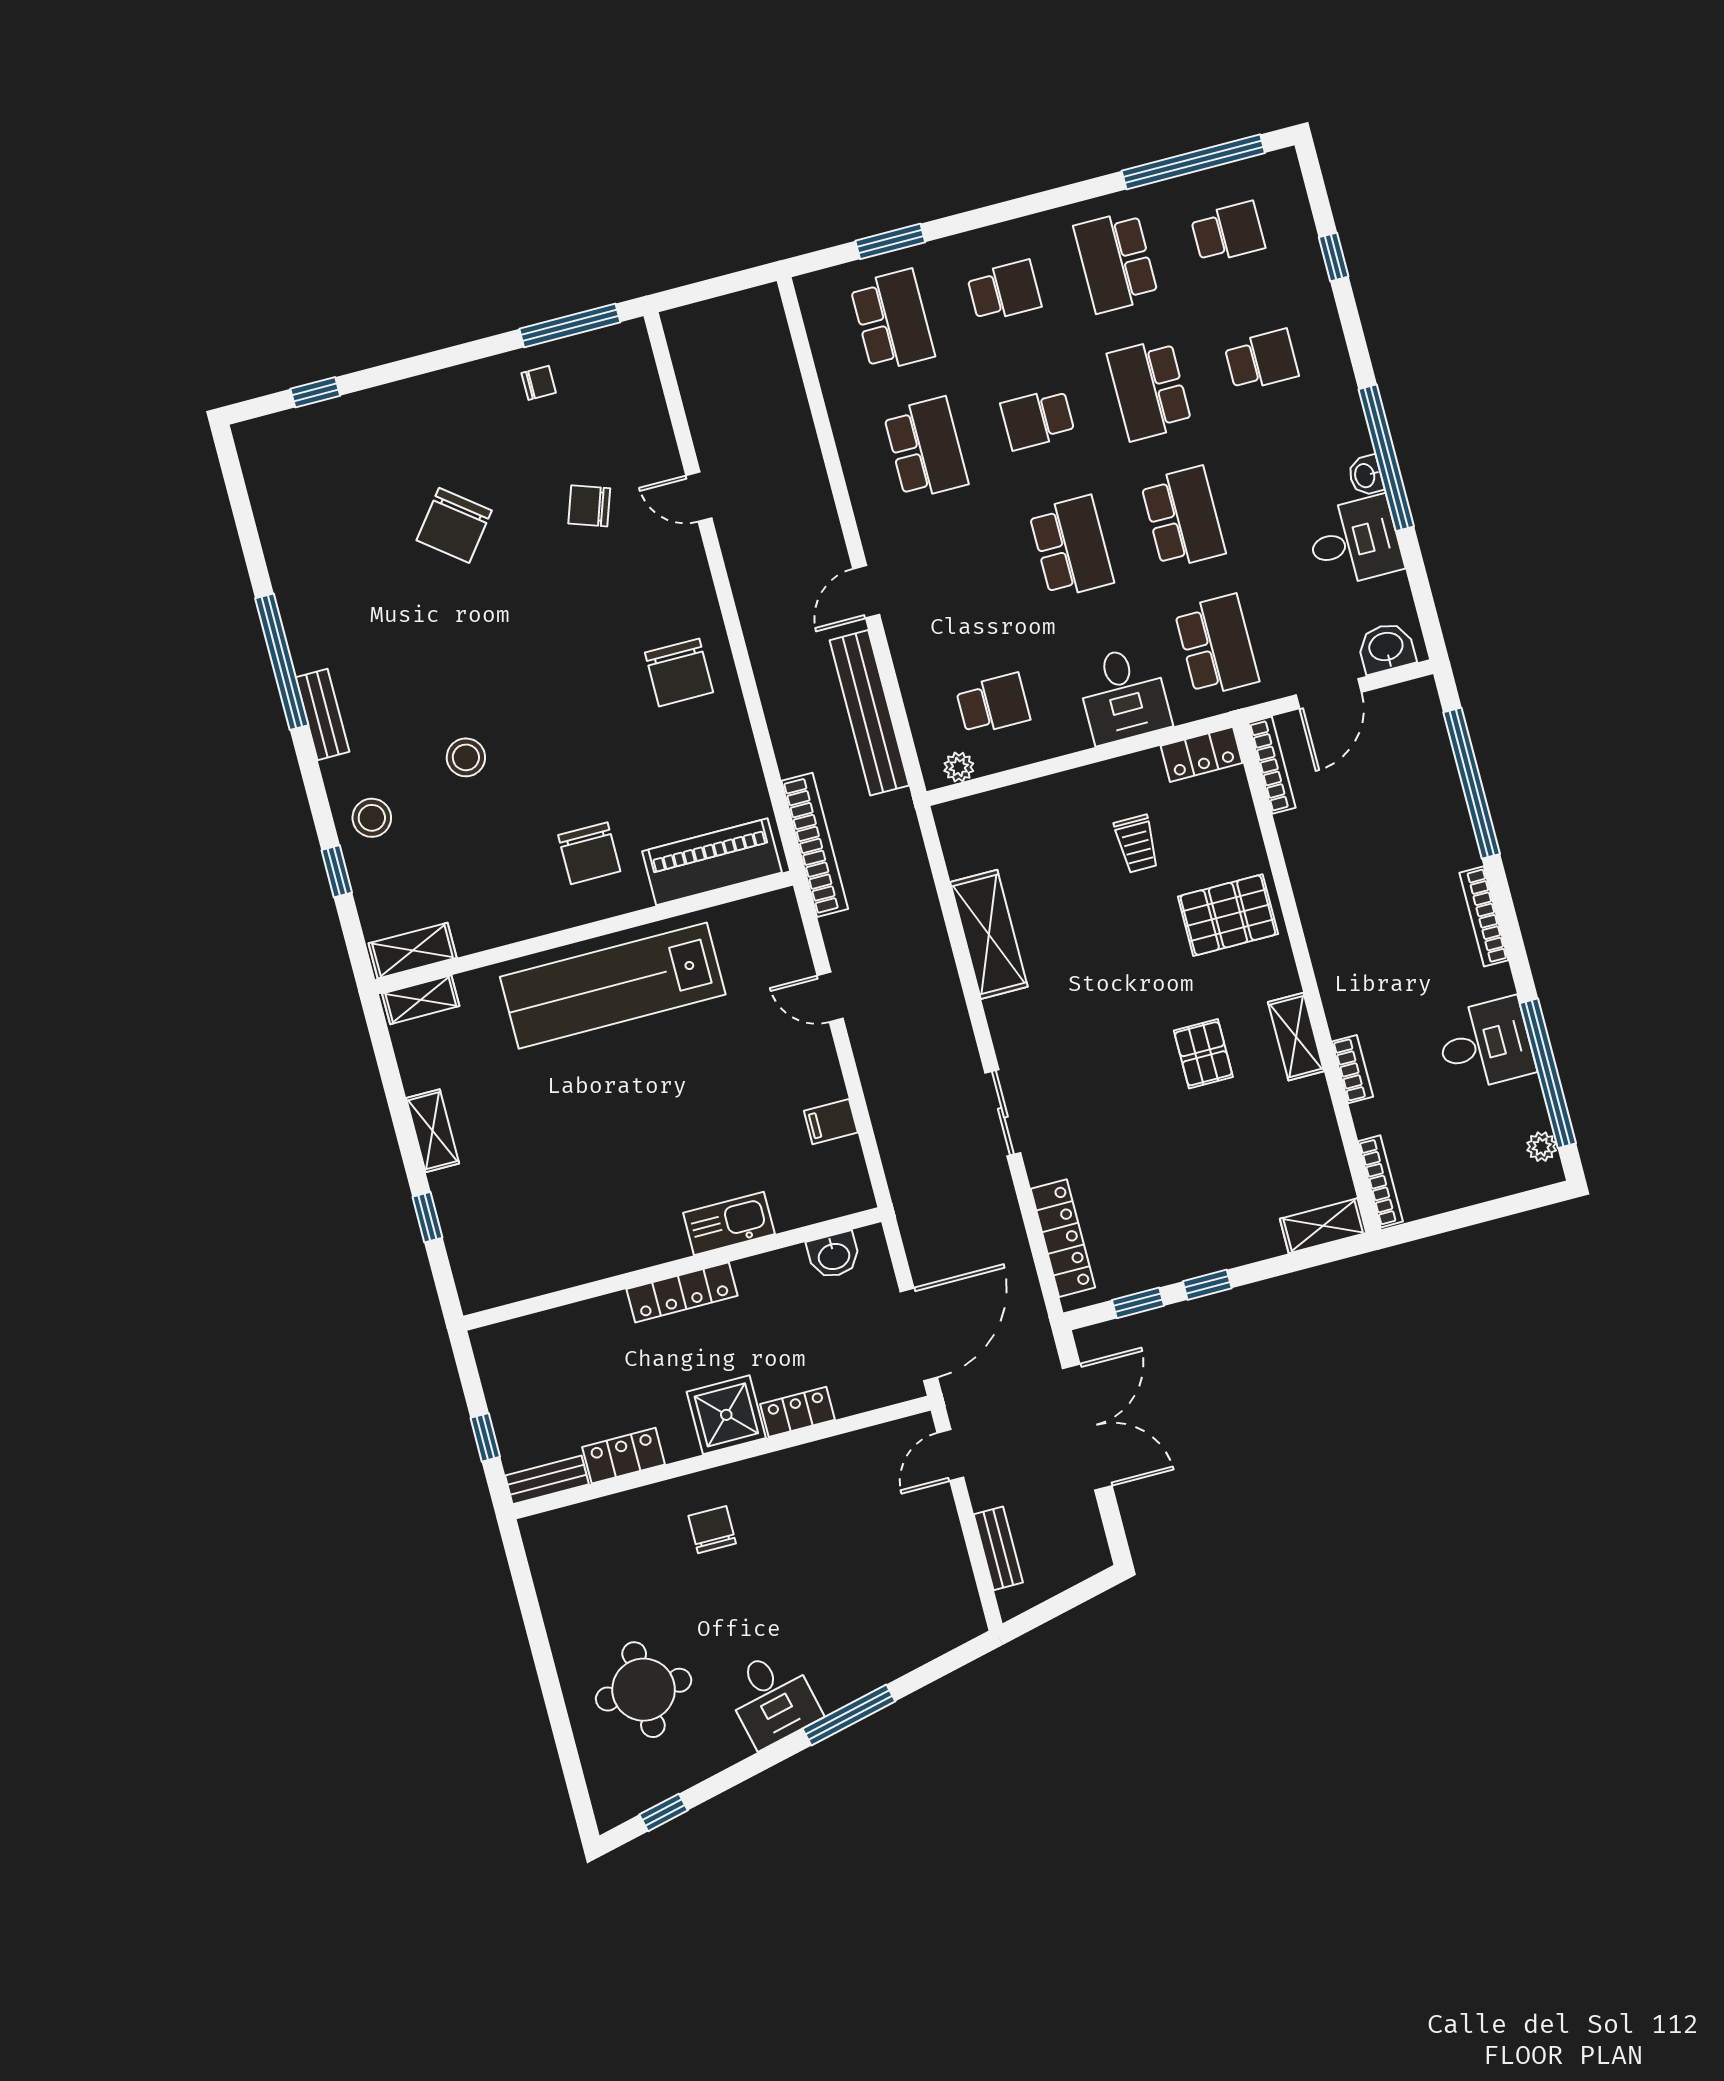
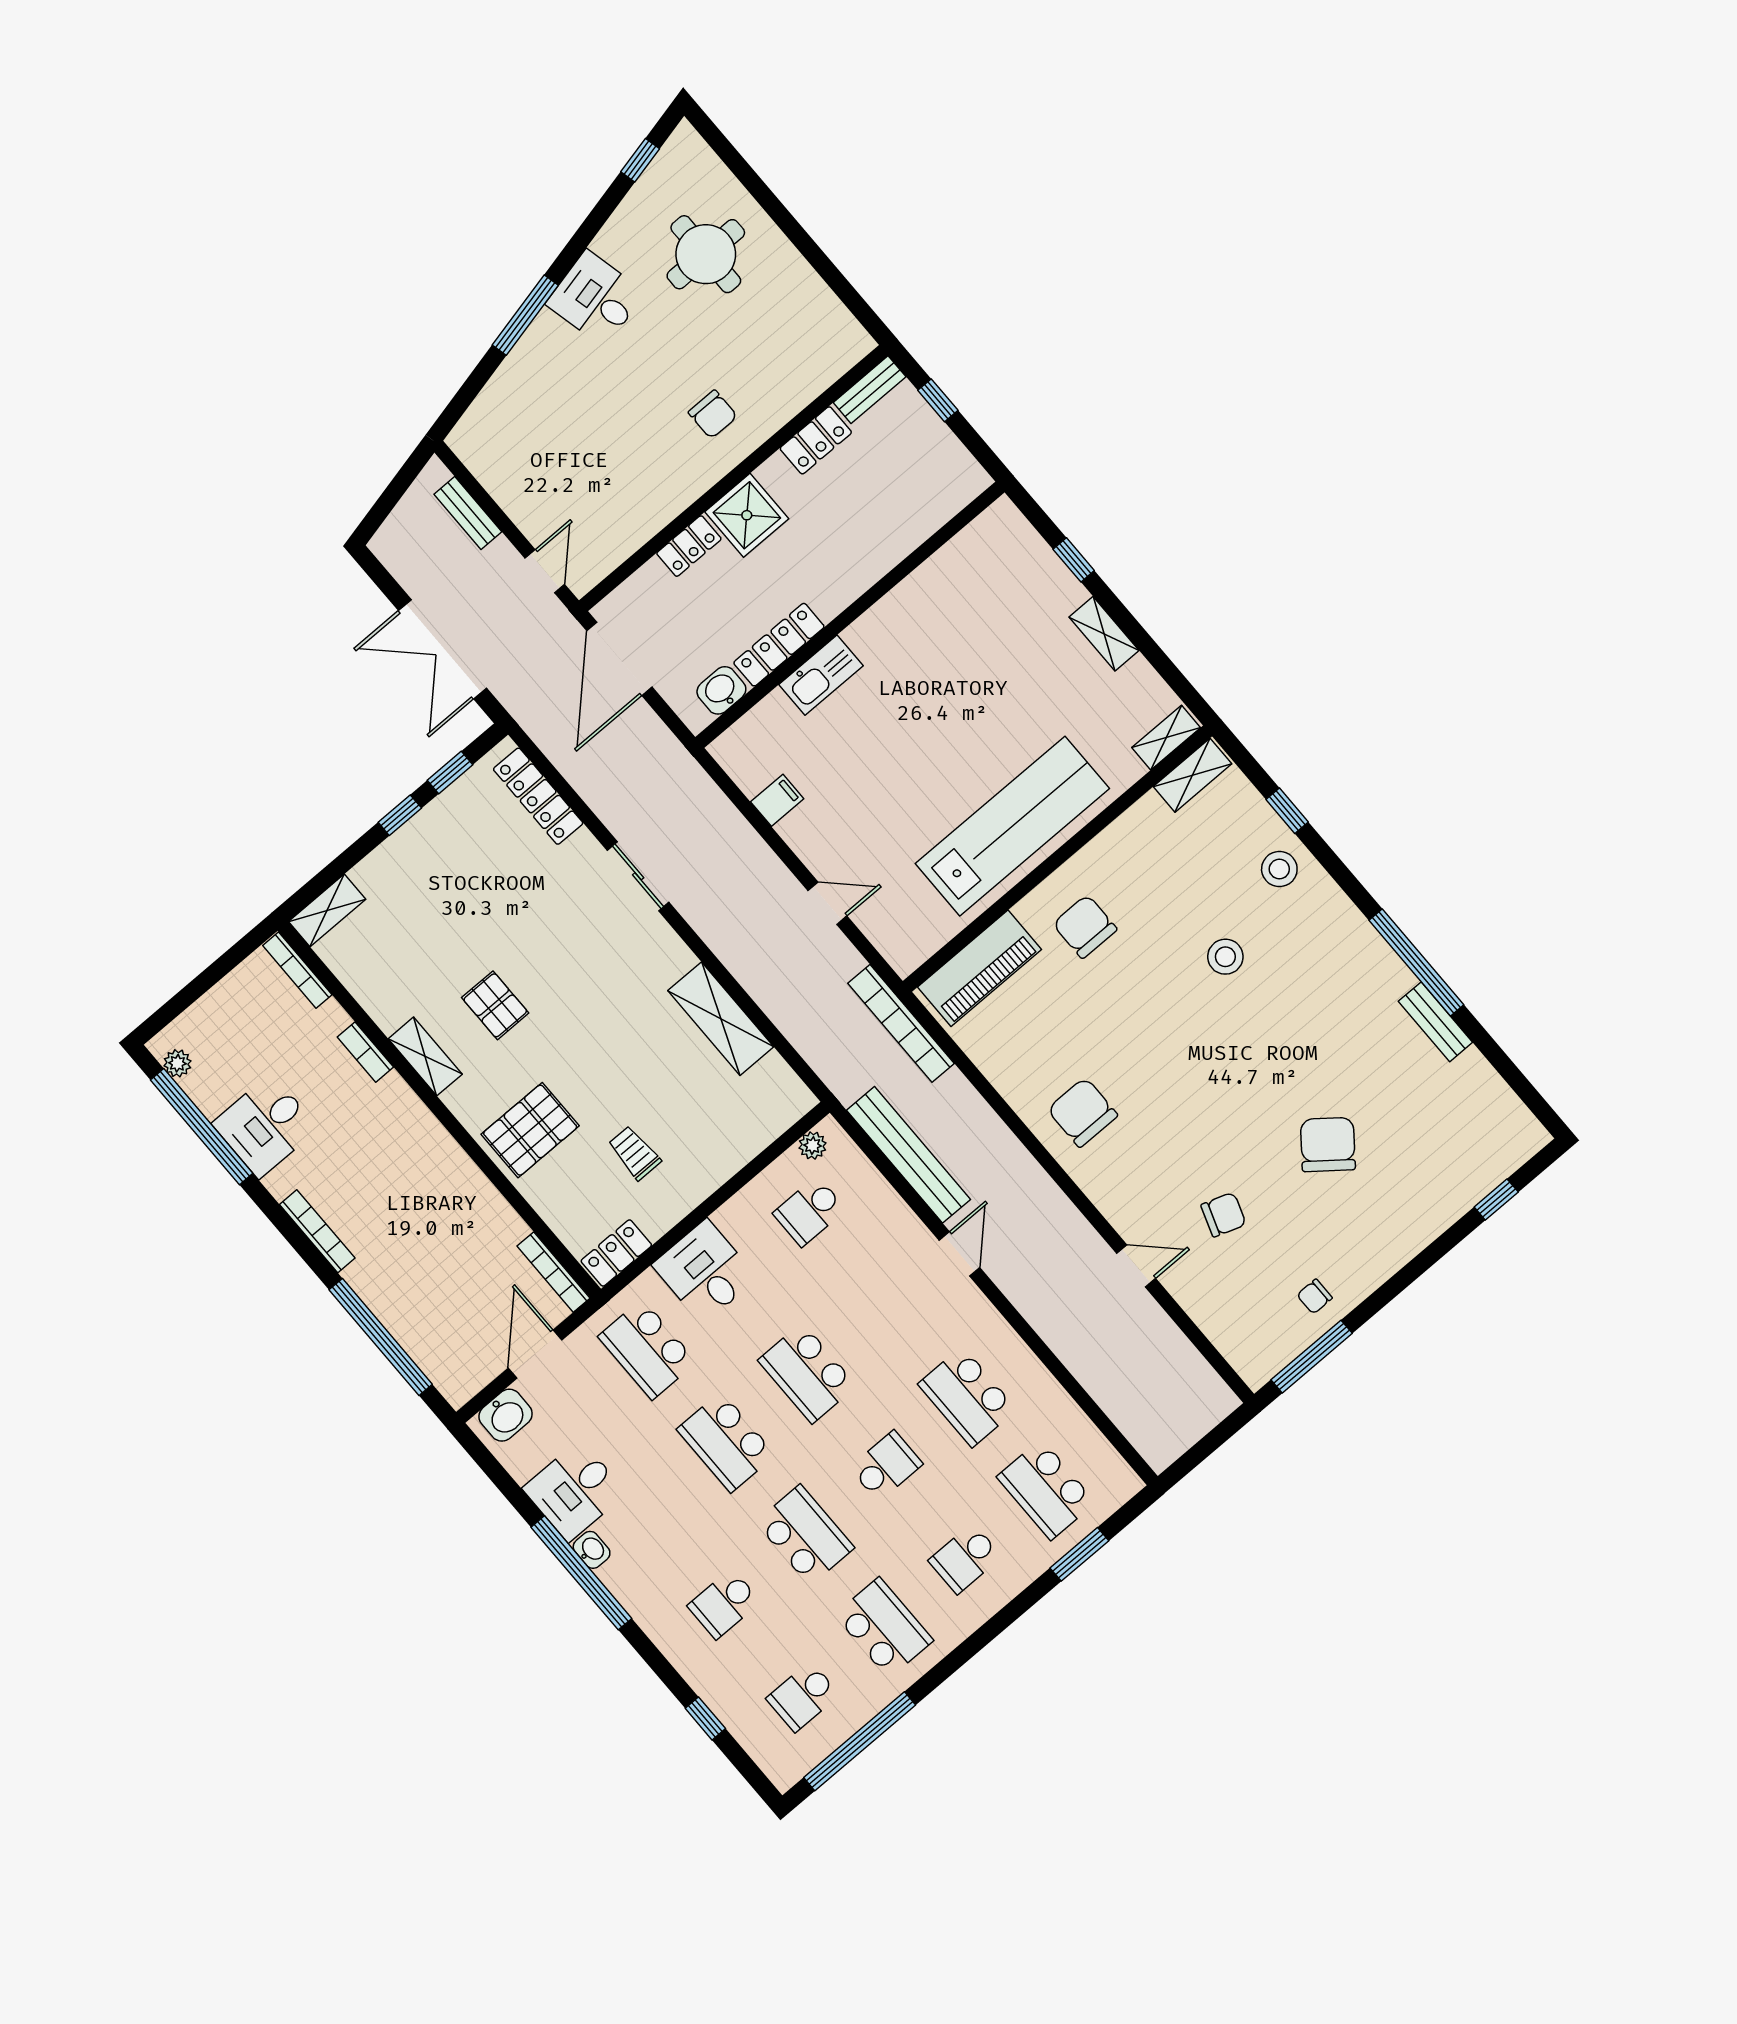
bench: (322, 715) -> (1435, 1022), moved
locker: (682, 1292) -> (779, 645), moved

